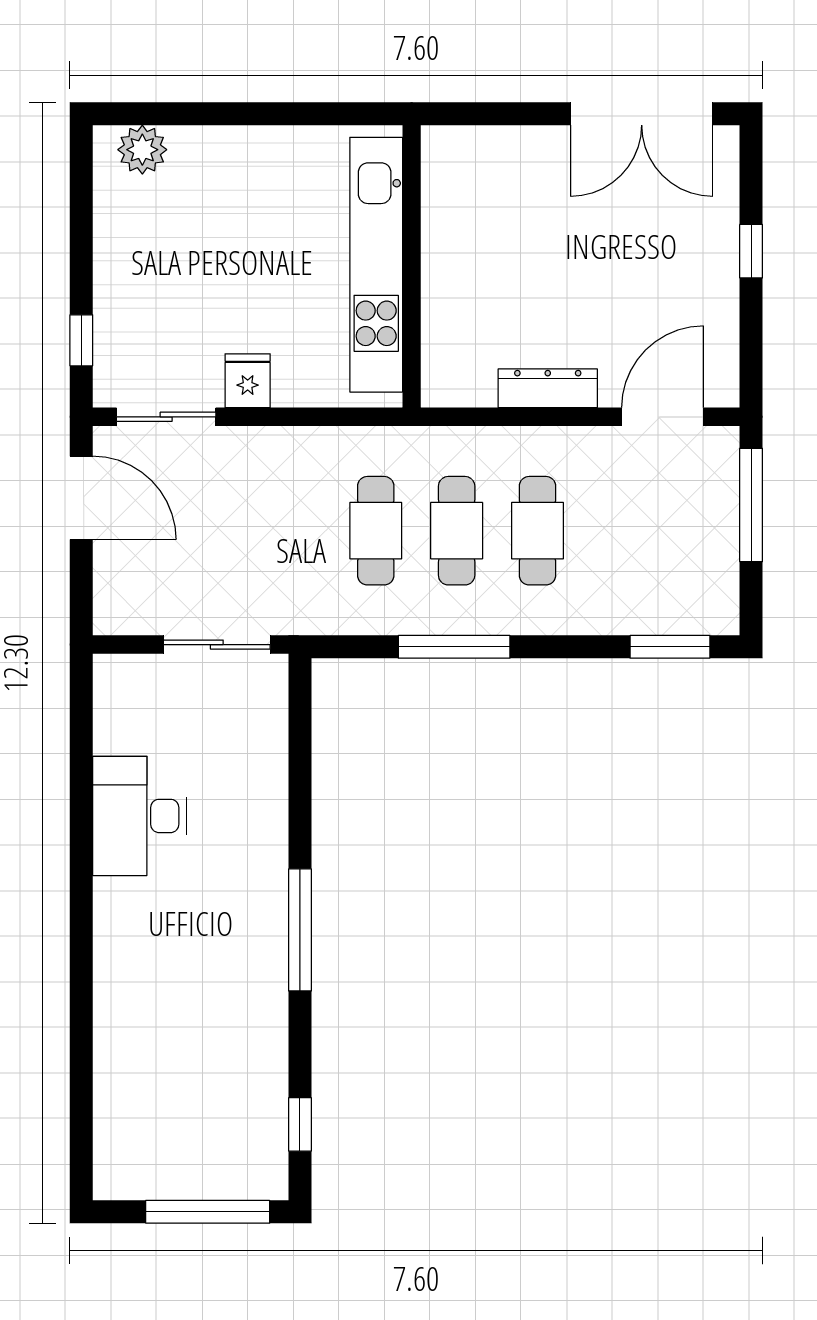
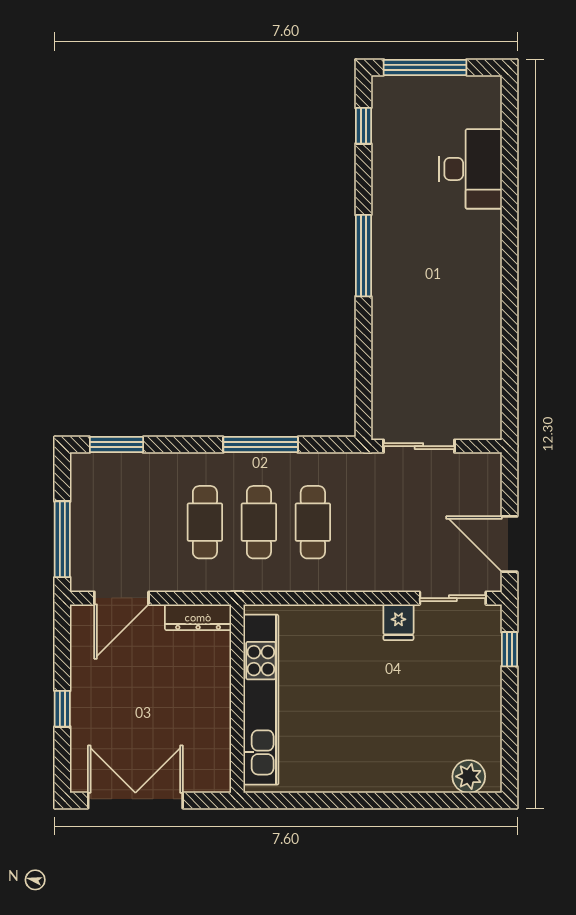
kitchen unit: (376, 265) -> (261, 700), moved
wall: (412, 266) -> (237, 699), moved
desk: (140, 816) -> (471, 169), moved

